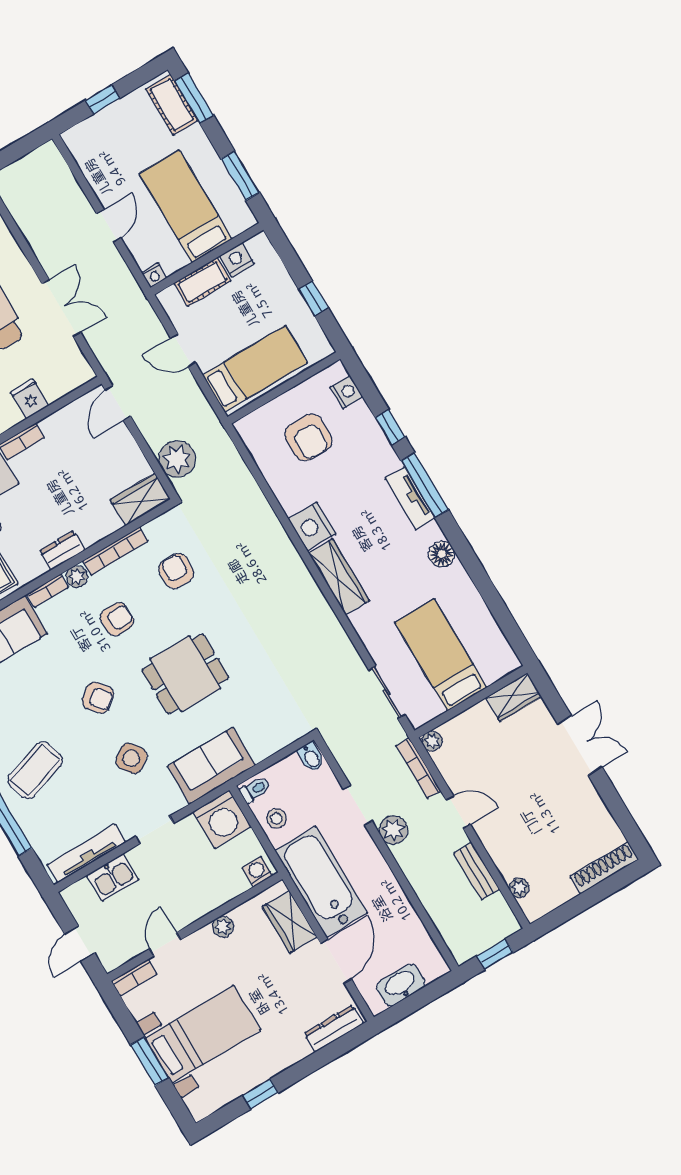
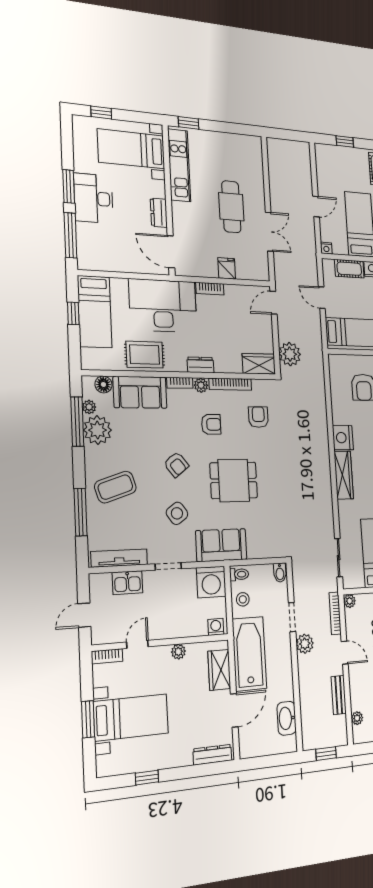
washbasin: (401, 985) -> (287, 718), moved, turned -90

